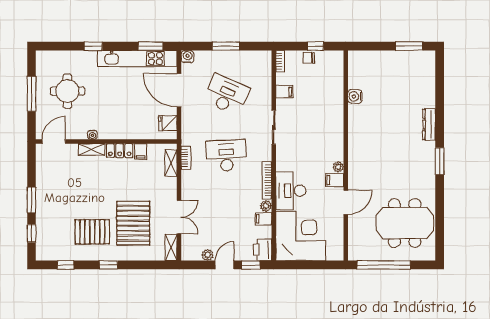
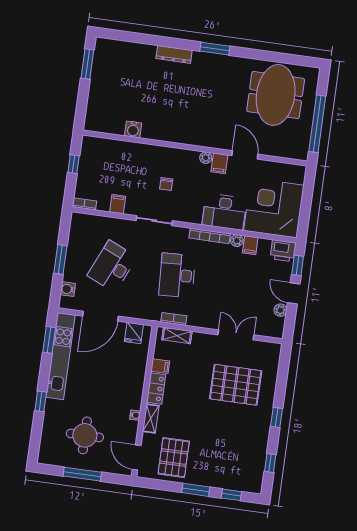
water cooler: (188, 57) -> (68, 289), moved
chair: (309, 58) -> (166, 184), moved
pallet: (92, 232) -> (174, 458), moved
shelving: (171, 248) -> (267, 348), removed

